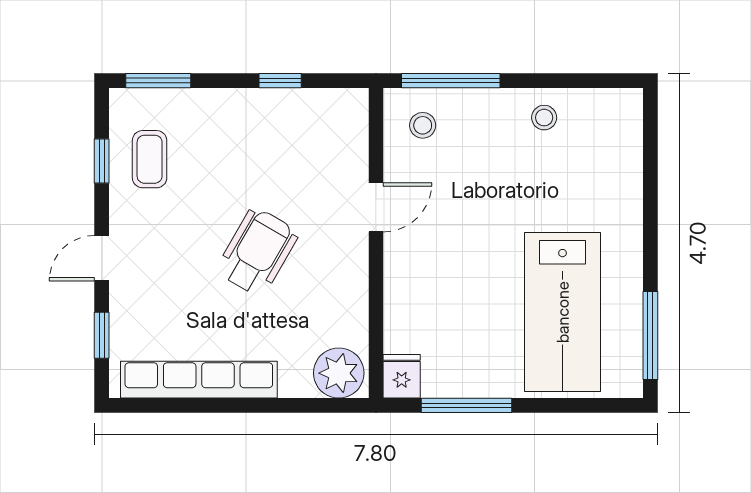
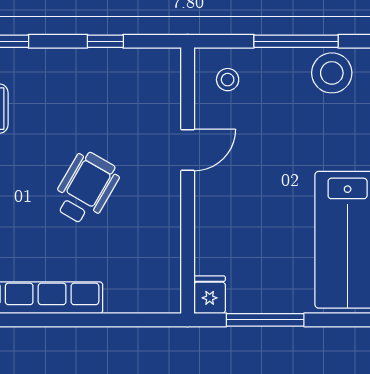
window: (451, 81) -> (296, 41), moved
stool: (544, 118) -> (332, 73), width x1.89, depth x1.89
plant: (339, 373) -> (156, 292), removed

